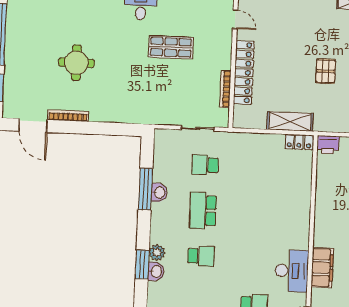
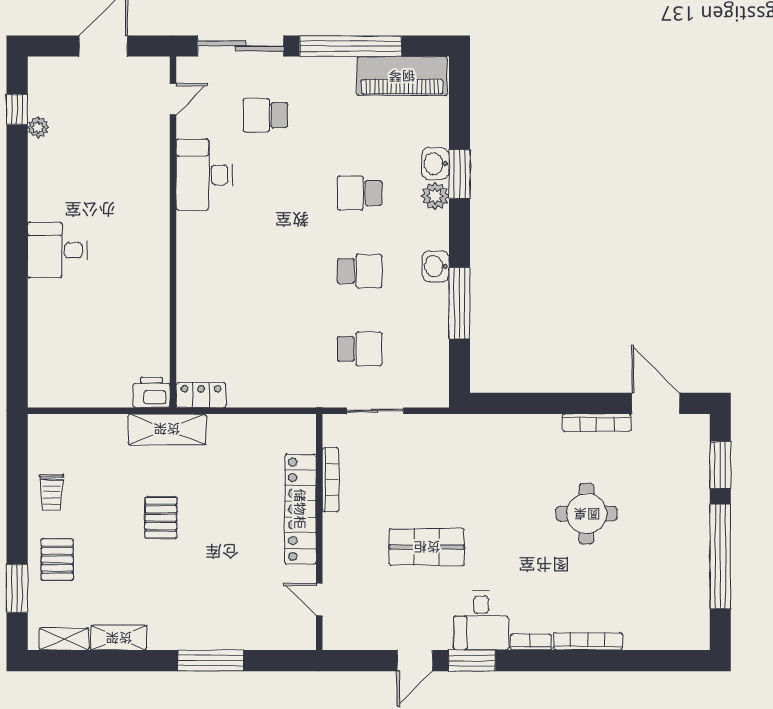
shelving: (290, 121) -> (167, 429), moved
washbasin: (159, 192) -> (436, 266), moved
school desk: (203, 211) -> (360, 271), width x0.54
filing cabinet: (322, 268) -> (152, 183), removed

